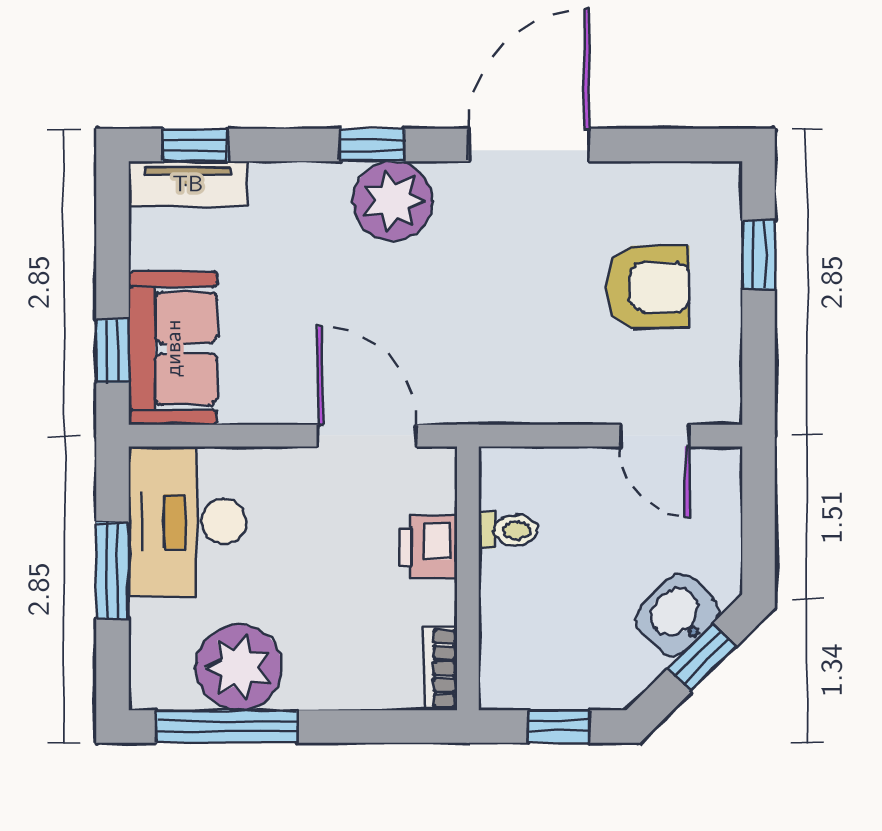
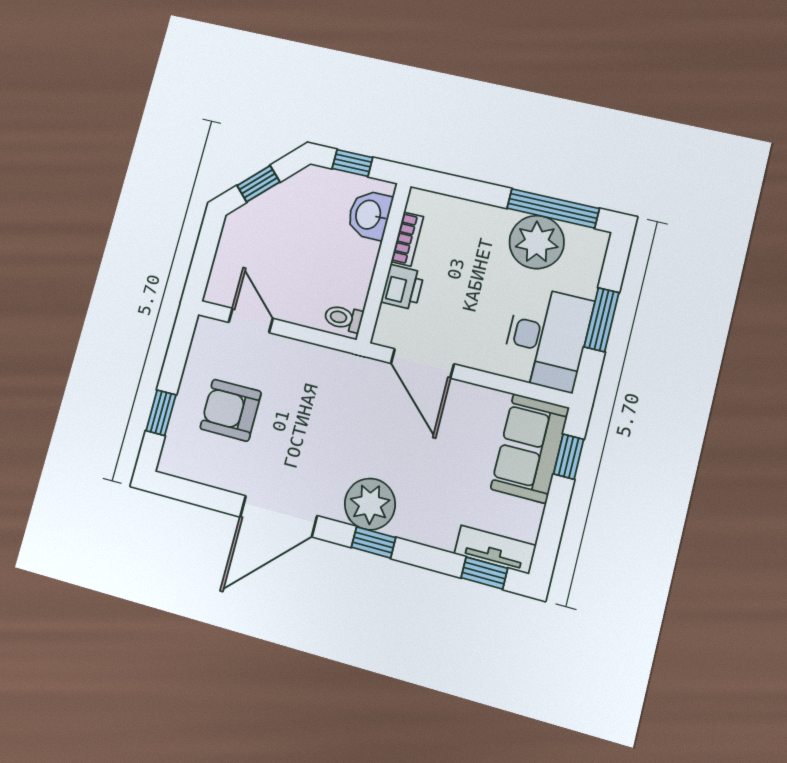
toilet: (508, 530) -> (343, 318), moved
washbasin: (677, 615) -> (369, 215), moved, turned 135
bookcase: (440, 669) -> (407, 239), moved

